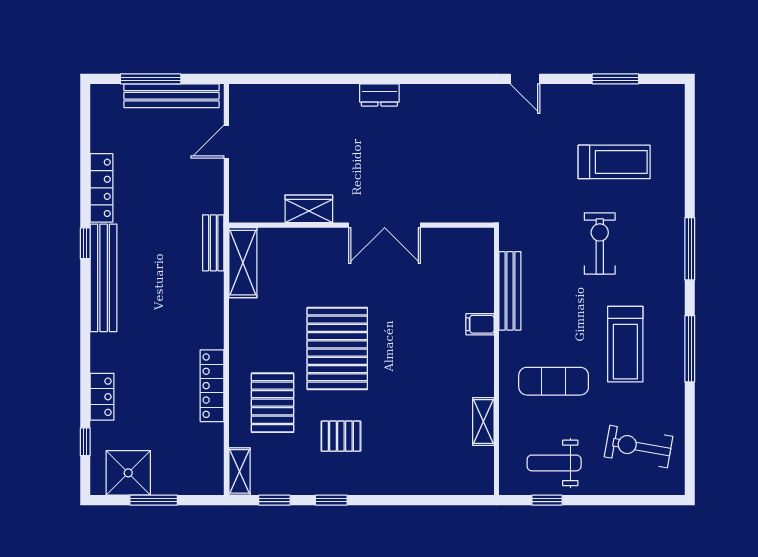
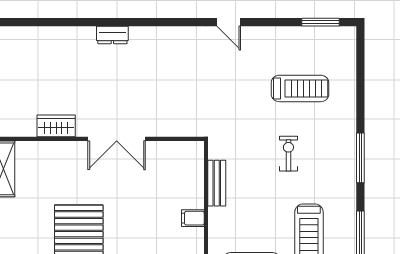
window: (615, 79) -> (320, 22), moved
exercise bike: (600, 243) -> (288, 154), width x0.73, depth x0.72
bench: (510, 291) -> (217, 183), width x0.73

